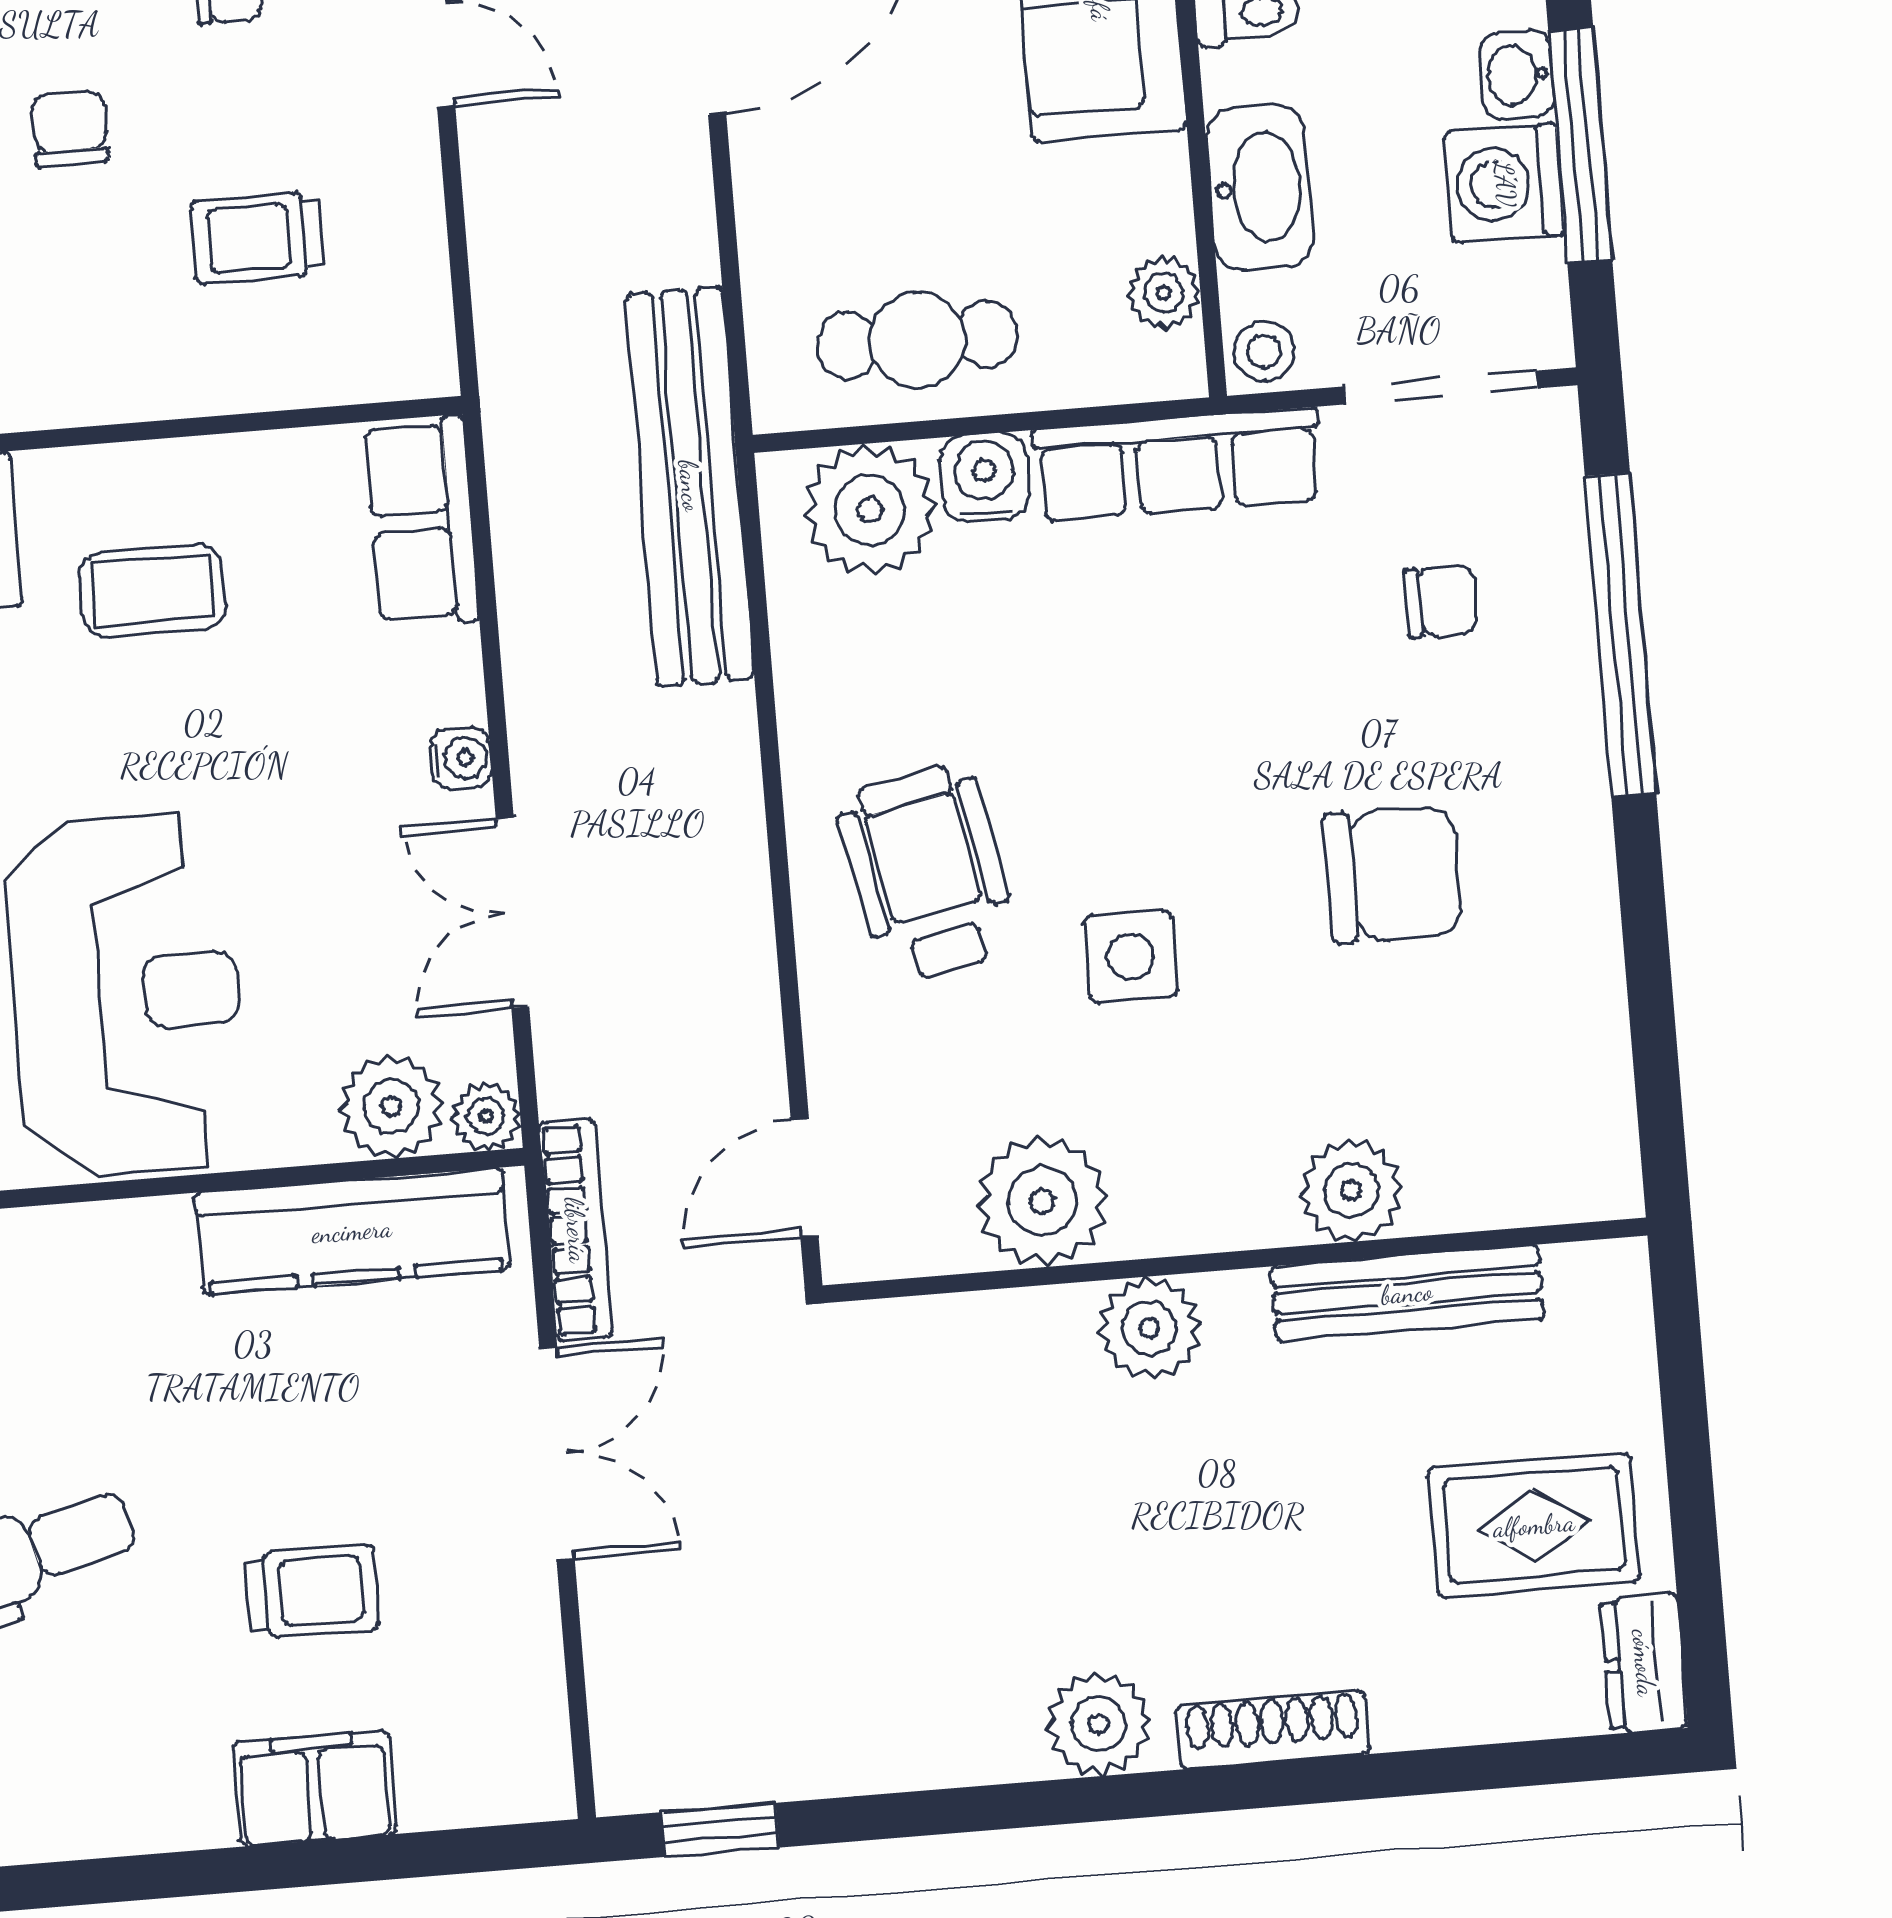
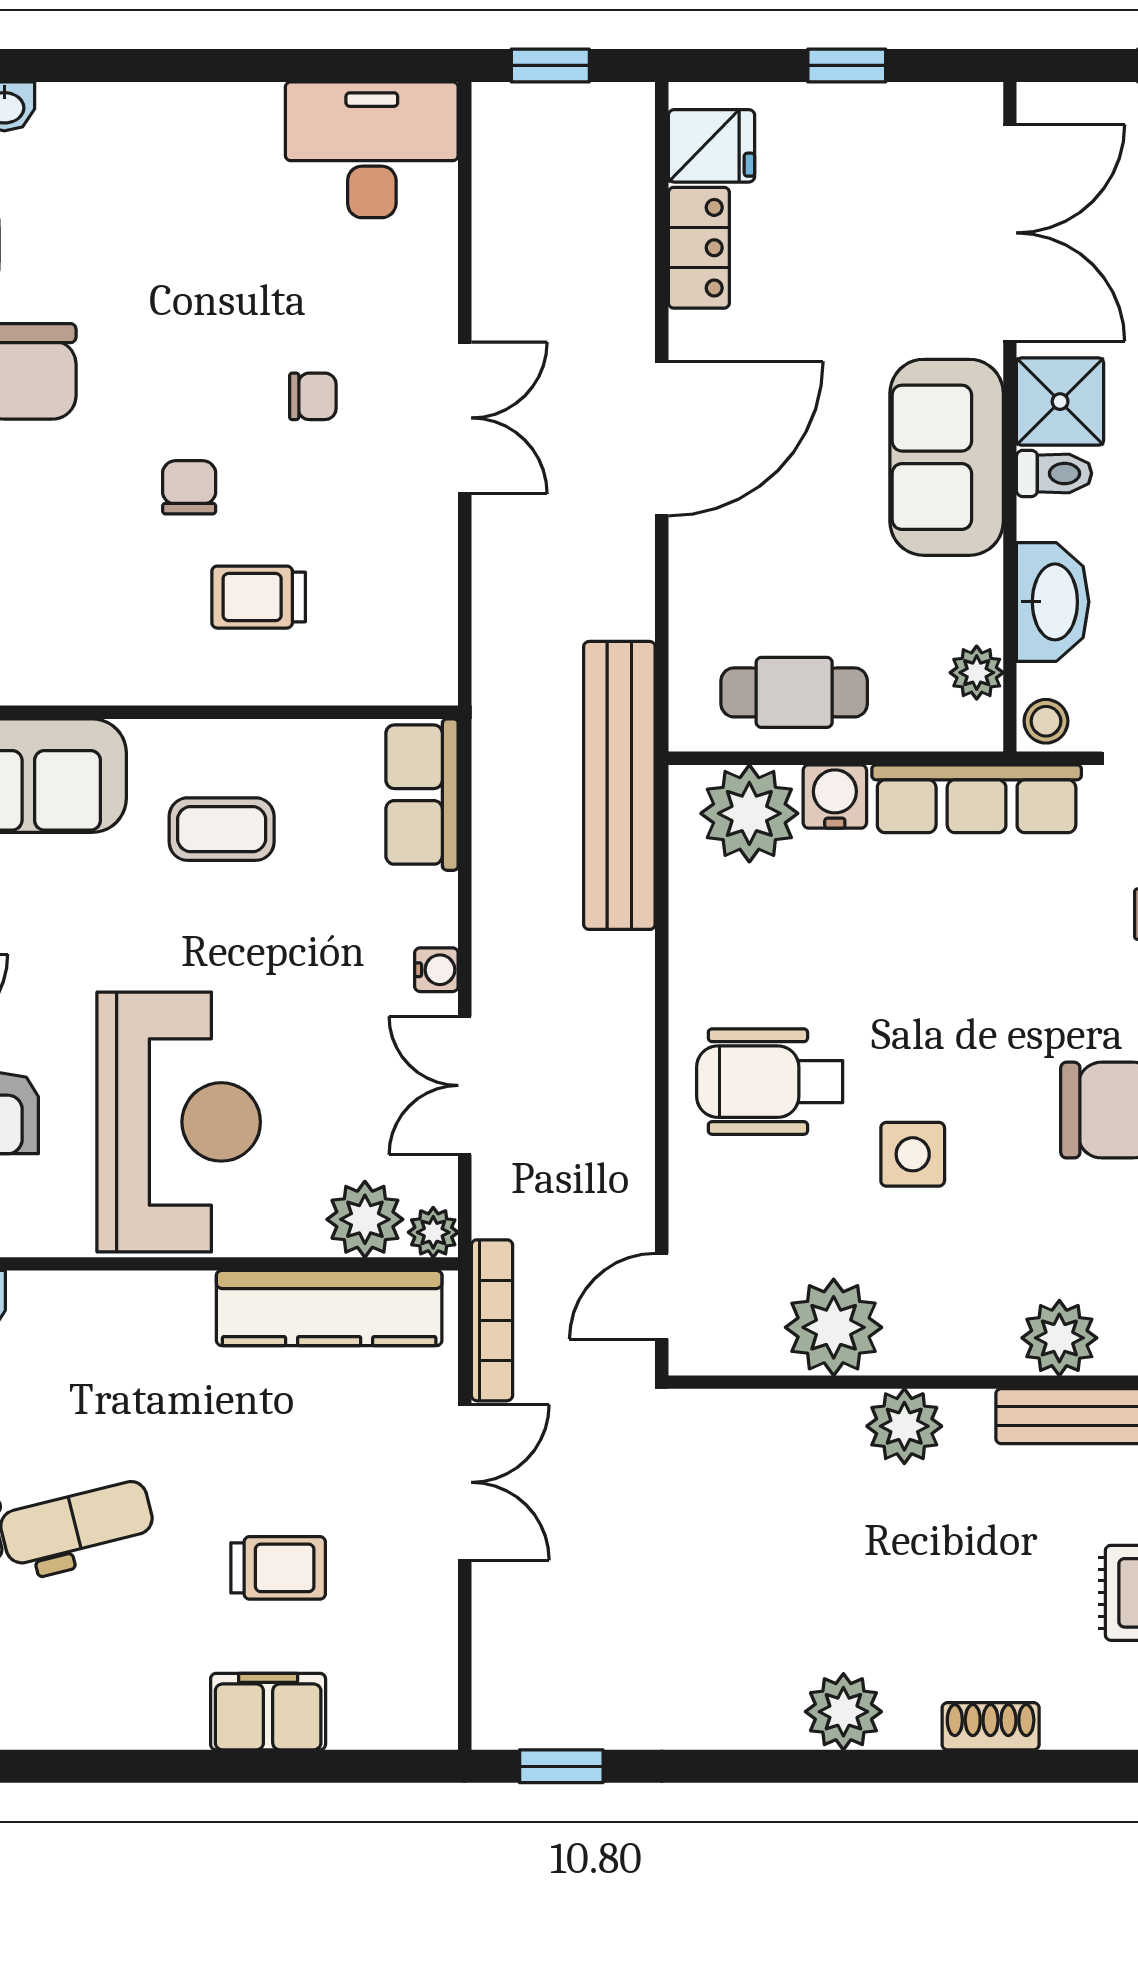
trolley: (258, 238) -> (259, 597), moved
wheelchair: (928, 873) -> (770, 1082), turned -79
shoe rack: (1273, 1730) -> (991, 1726), width x0.70

